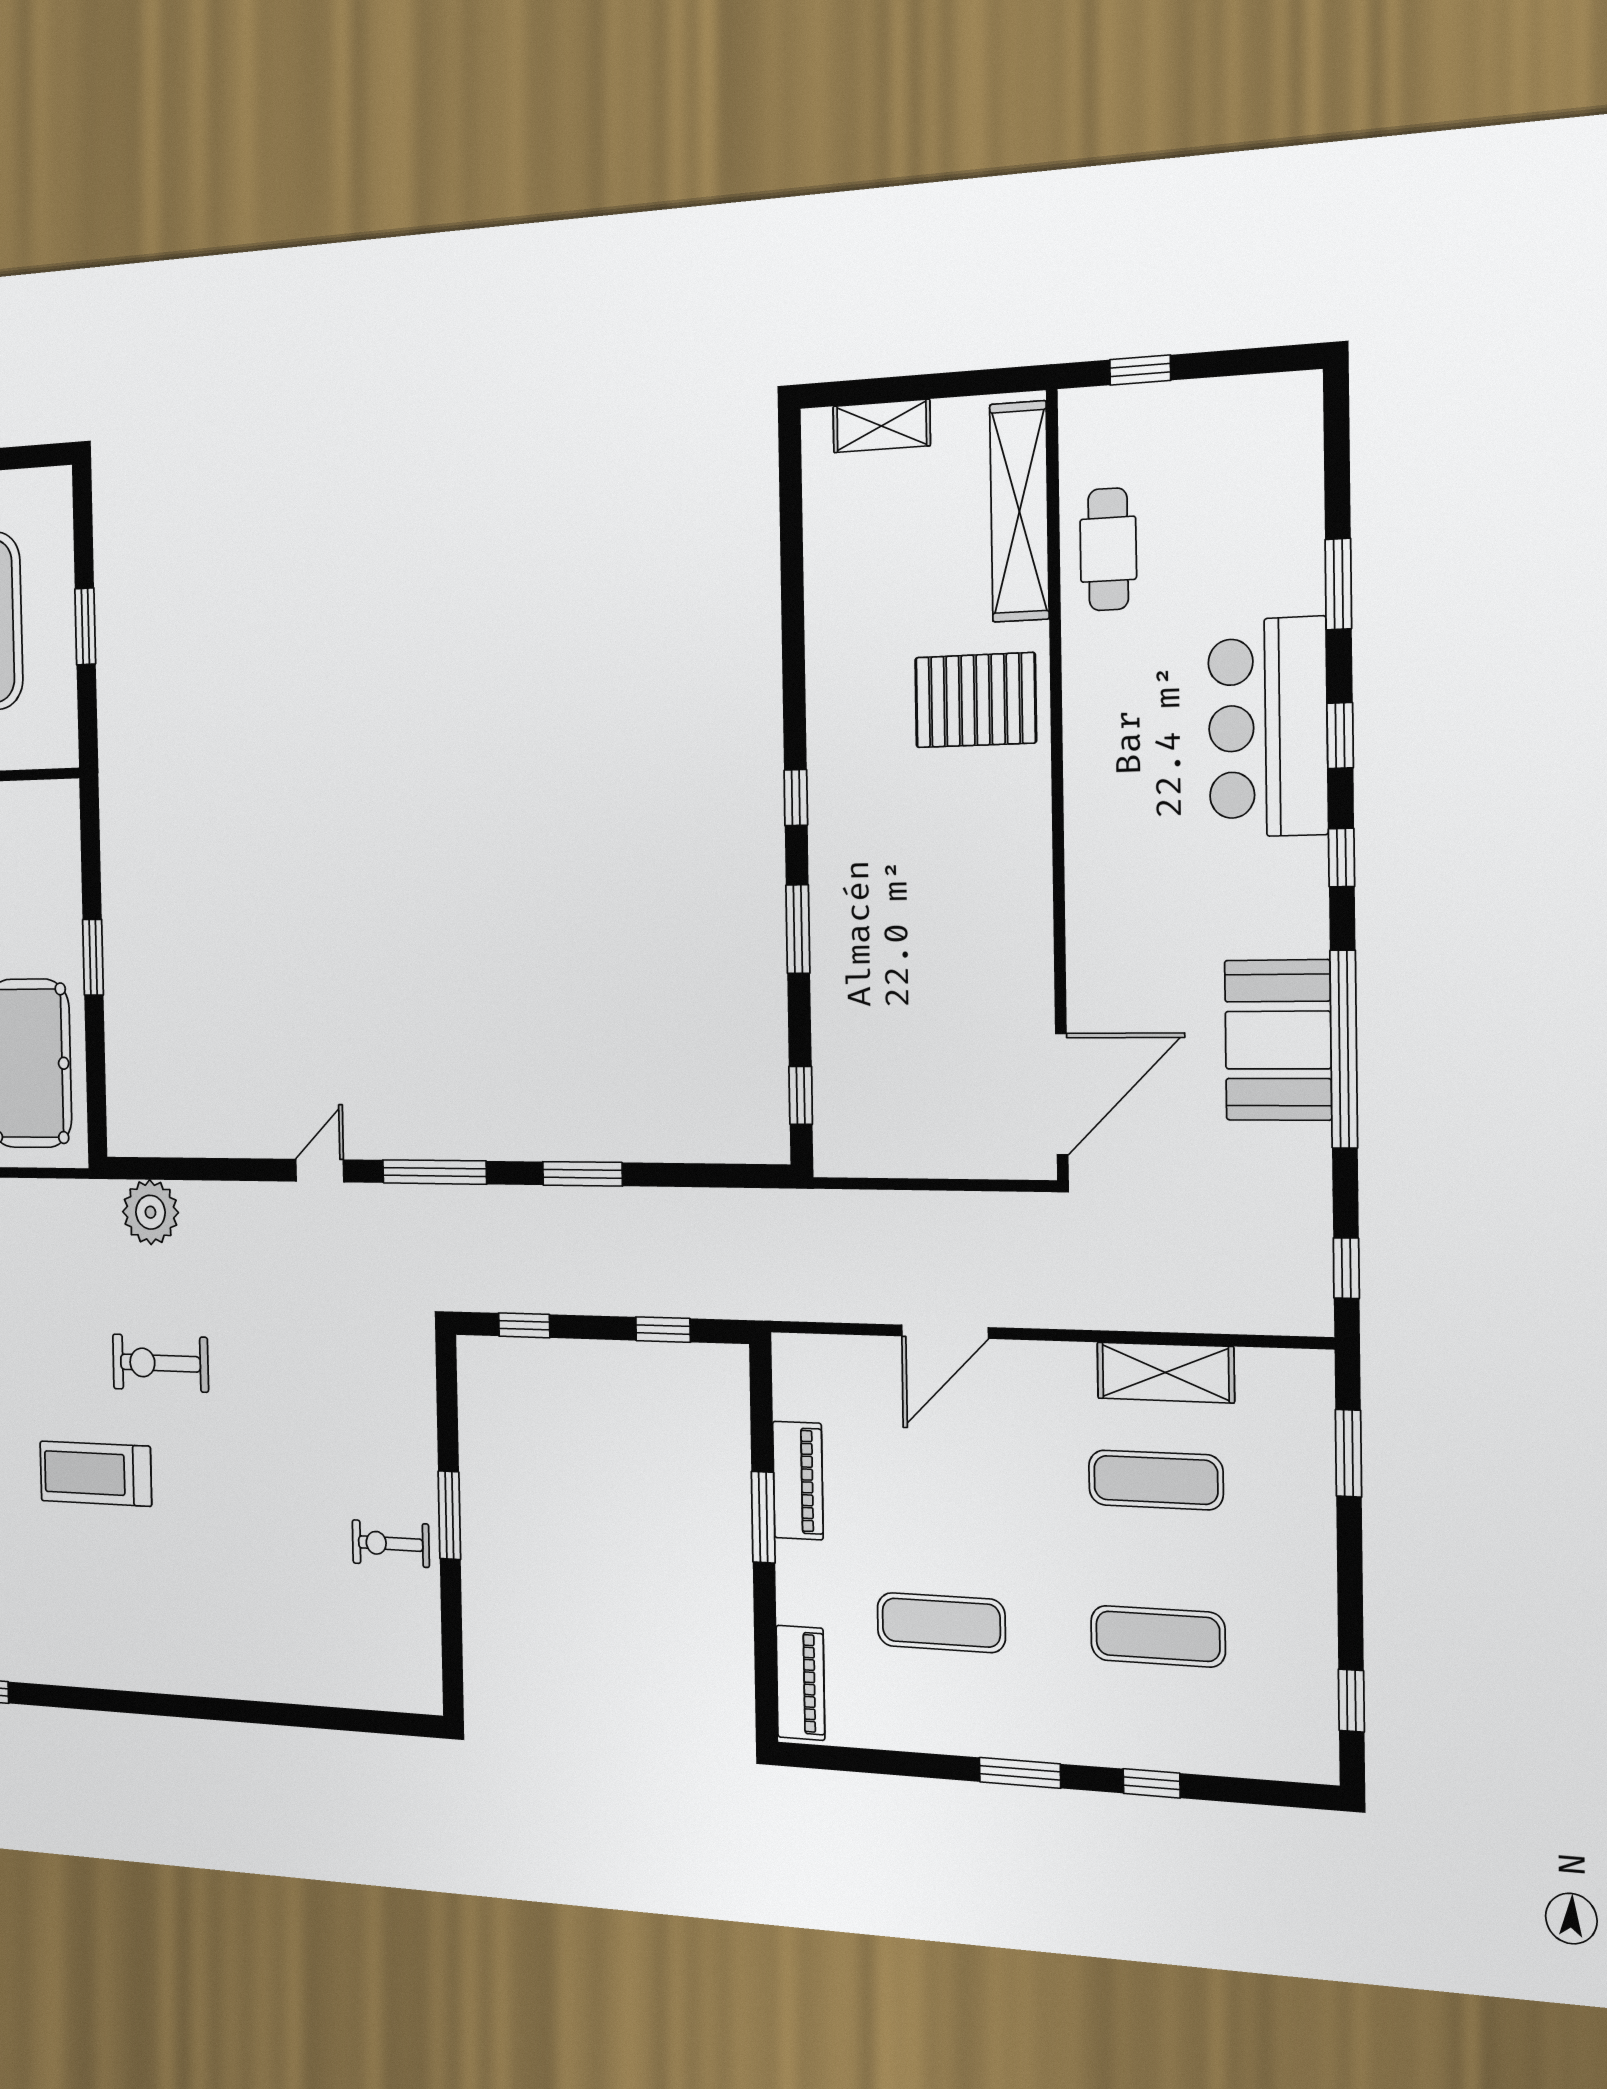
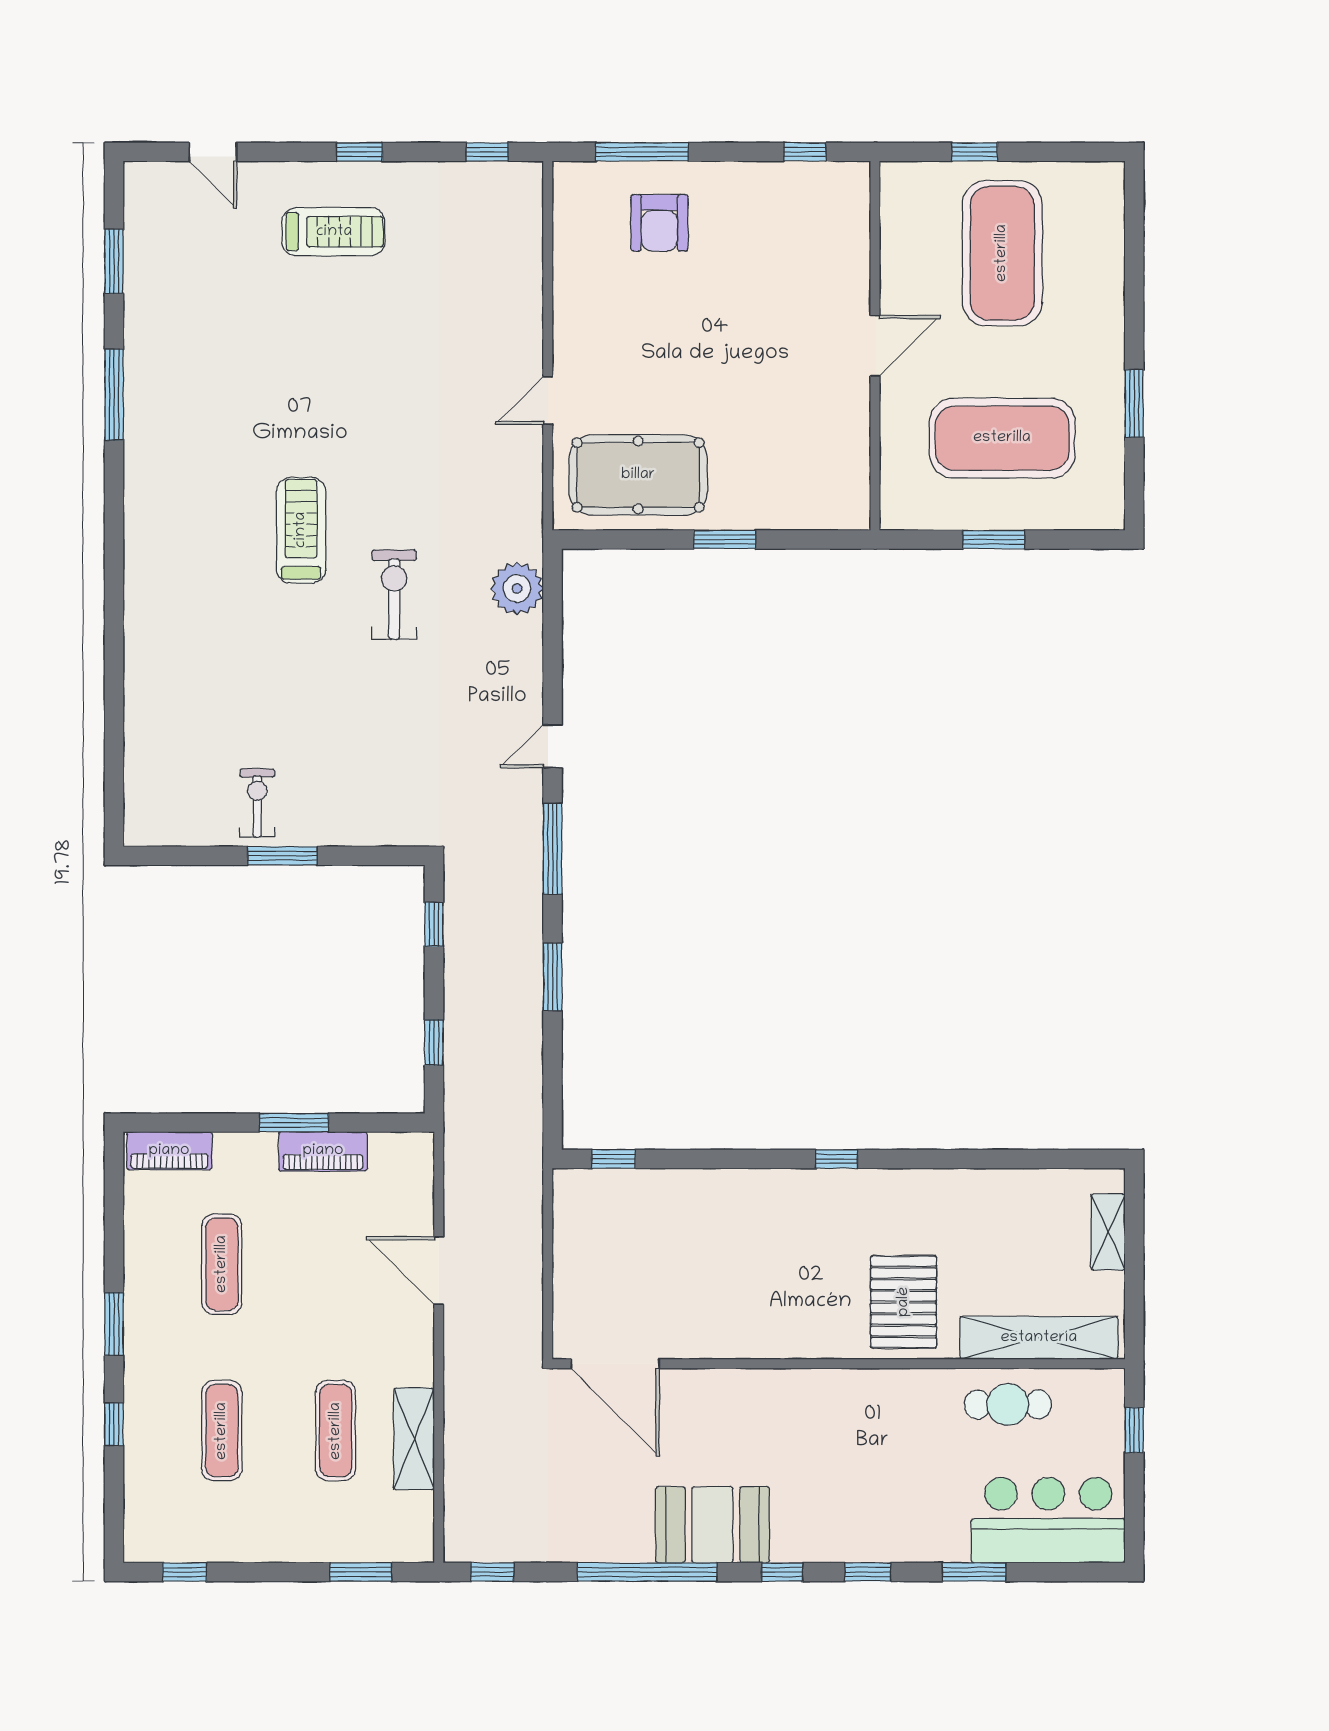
bar counter: (1268, 727) -> (1048, 1520), moved
window: (798, 929) -> (738, 1159), removed
booth: (1278, 1040) -> (712, 1525), moved
door: (320, 1171) -> (553, 746), swing flipped

